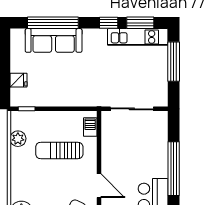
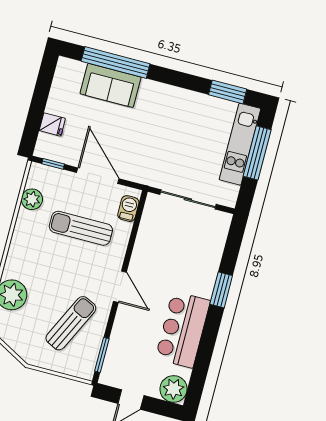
window: (109, 23) -> (187, 81), removed
kitchen unit: (138, 37) -> (240, 144), moved, turned 90
sofa: (54, 40) -> (111, 85), width x0.73
door: (62, 109) -> (98, 176), added
window: (174, 169) -> (221, 290), width x0.47

